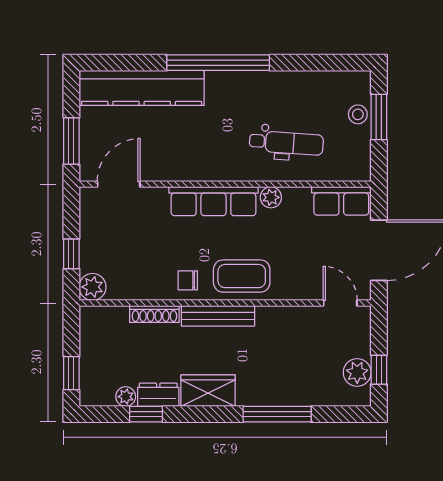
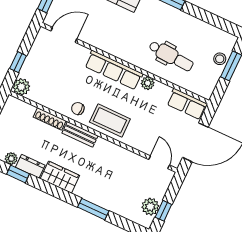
bench: (218, 316) -> (80, 134), width x0.73
window: (277, 414) -> (93, 209), width x0.69

